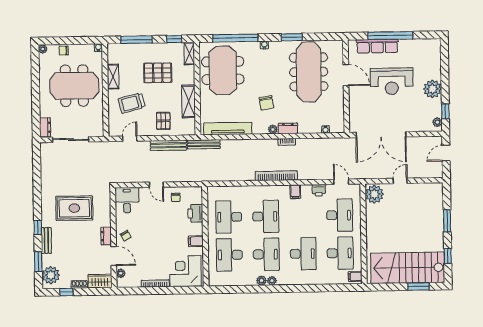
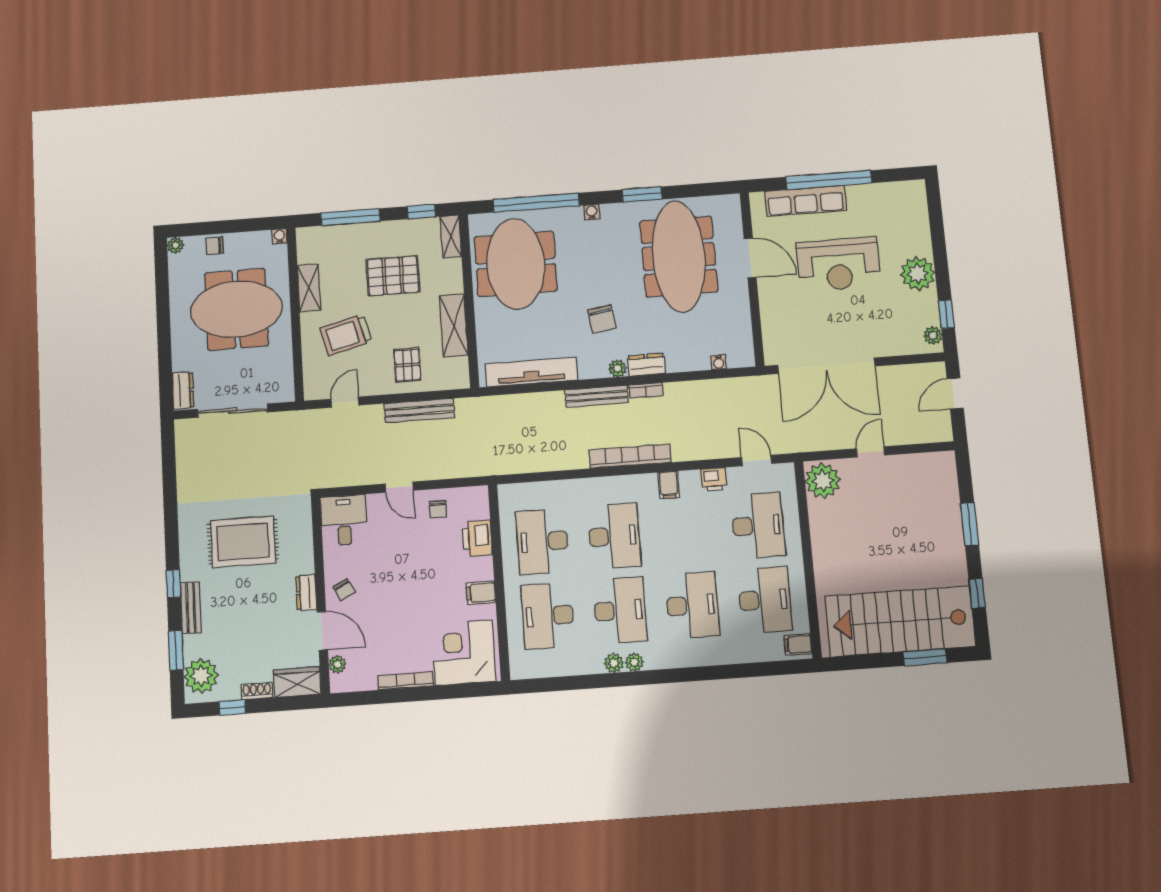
bench: (204, 144) -> (596, 396), moved

